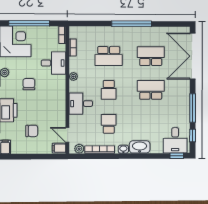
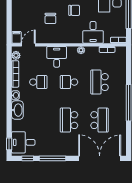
school desk: (151, 90) -> (69, 120), turned 180
chair: (32, 131) -> (50, 18), moved

